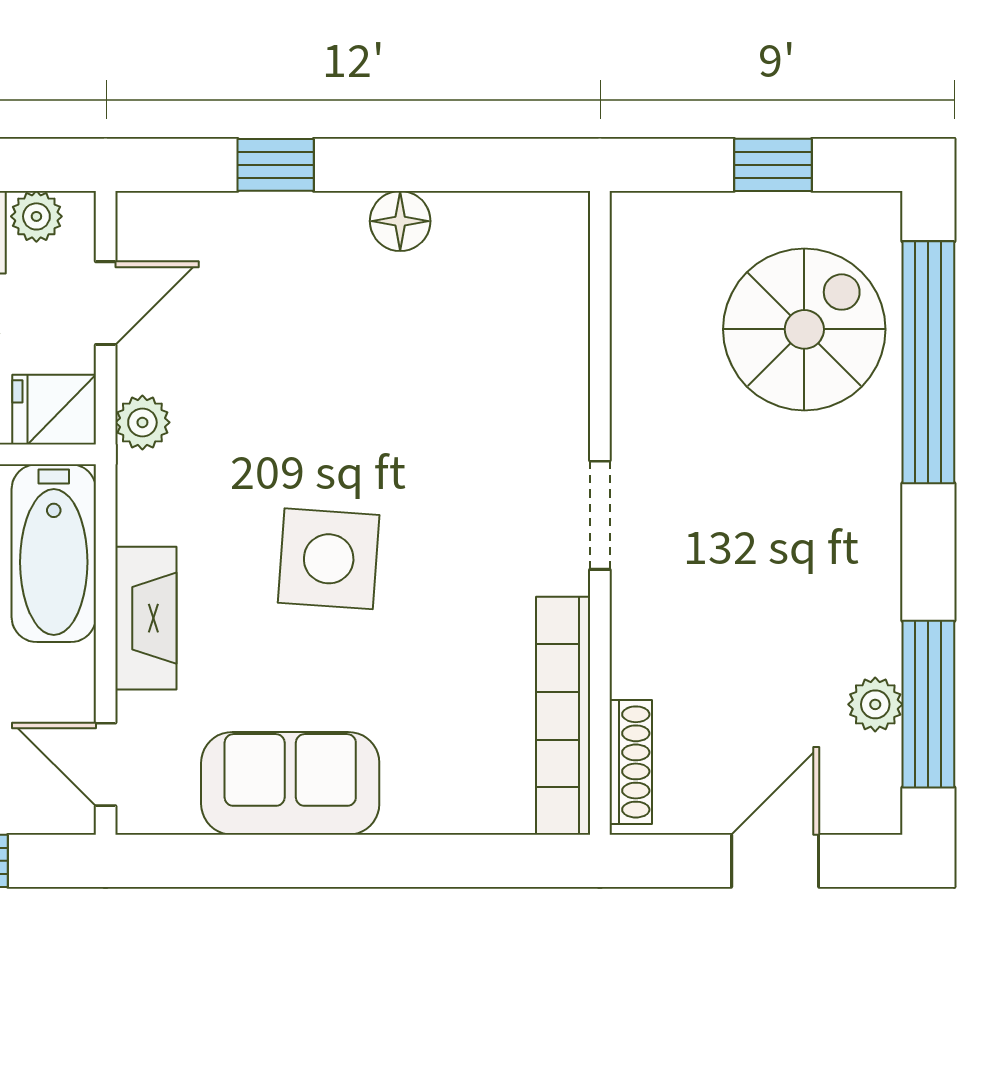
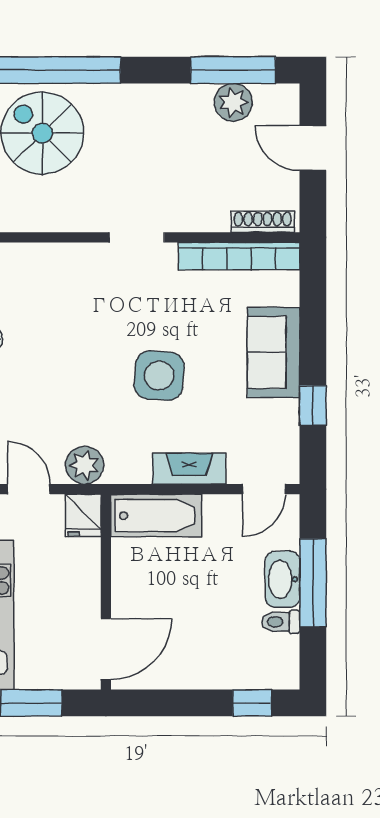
plant: (142, 422) -> (84, 465), width x1.38, depth x1.38
plant: (875, 704) -> (233, 102), width x1.38, depth x1.38
sofa: (290, 783) -> (273, 352), moved
window: (270, 861) -> (313, 405), added

